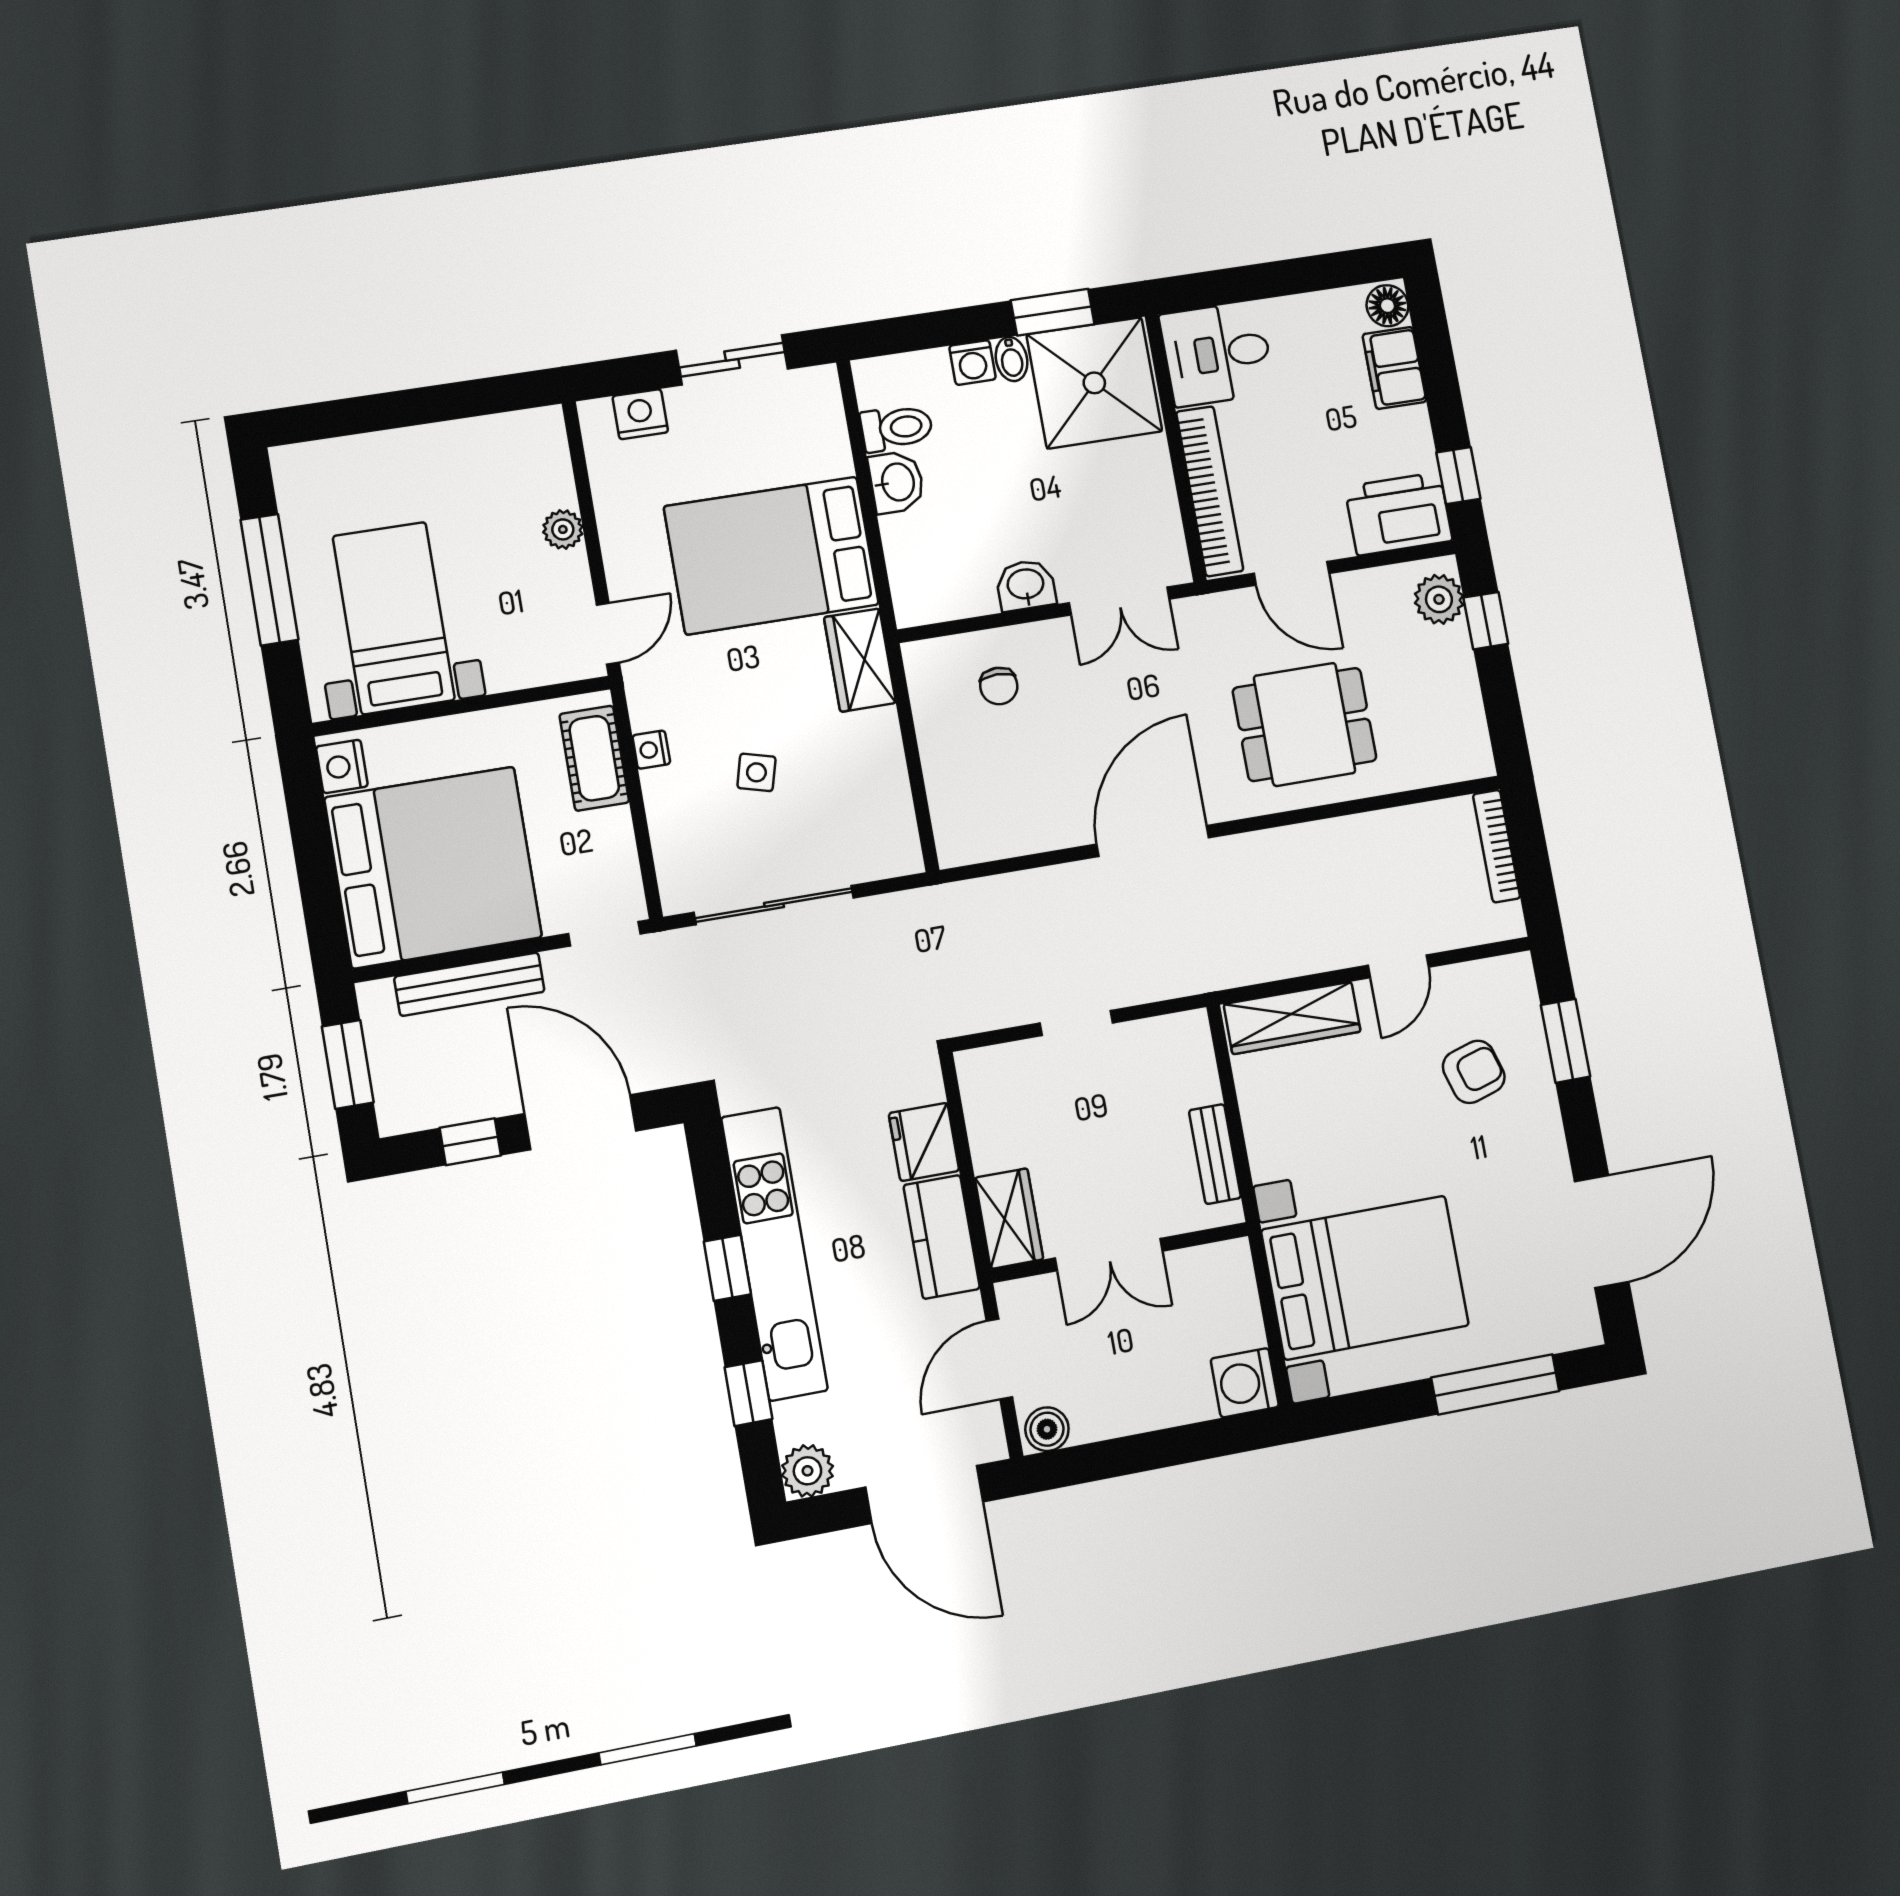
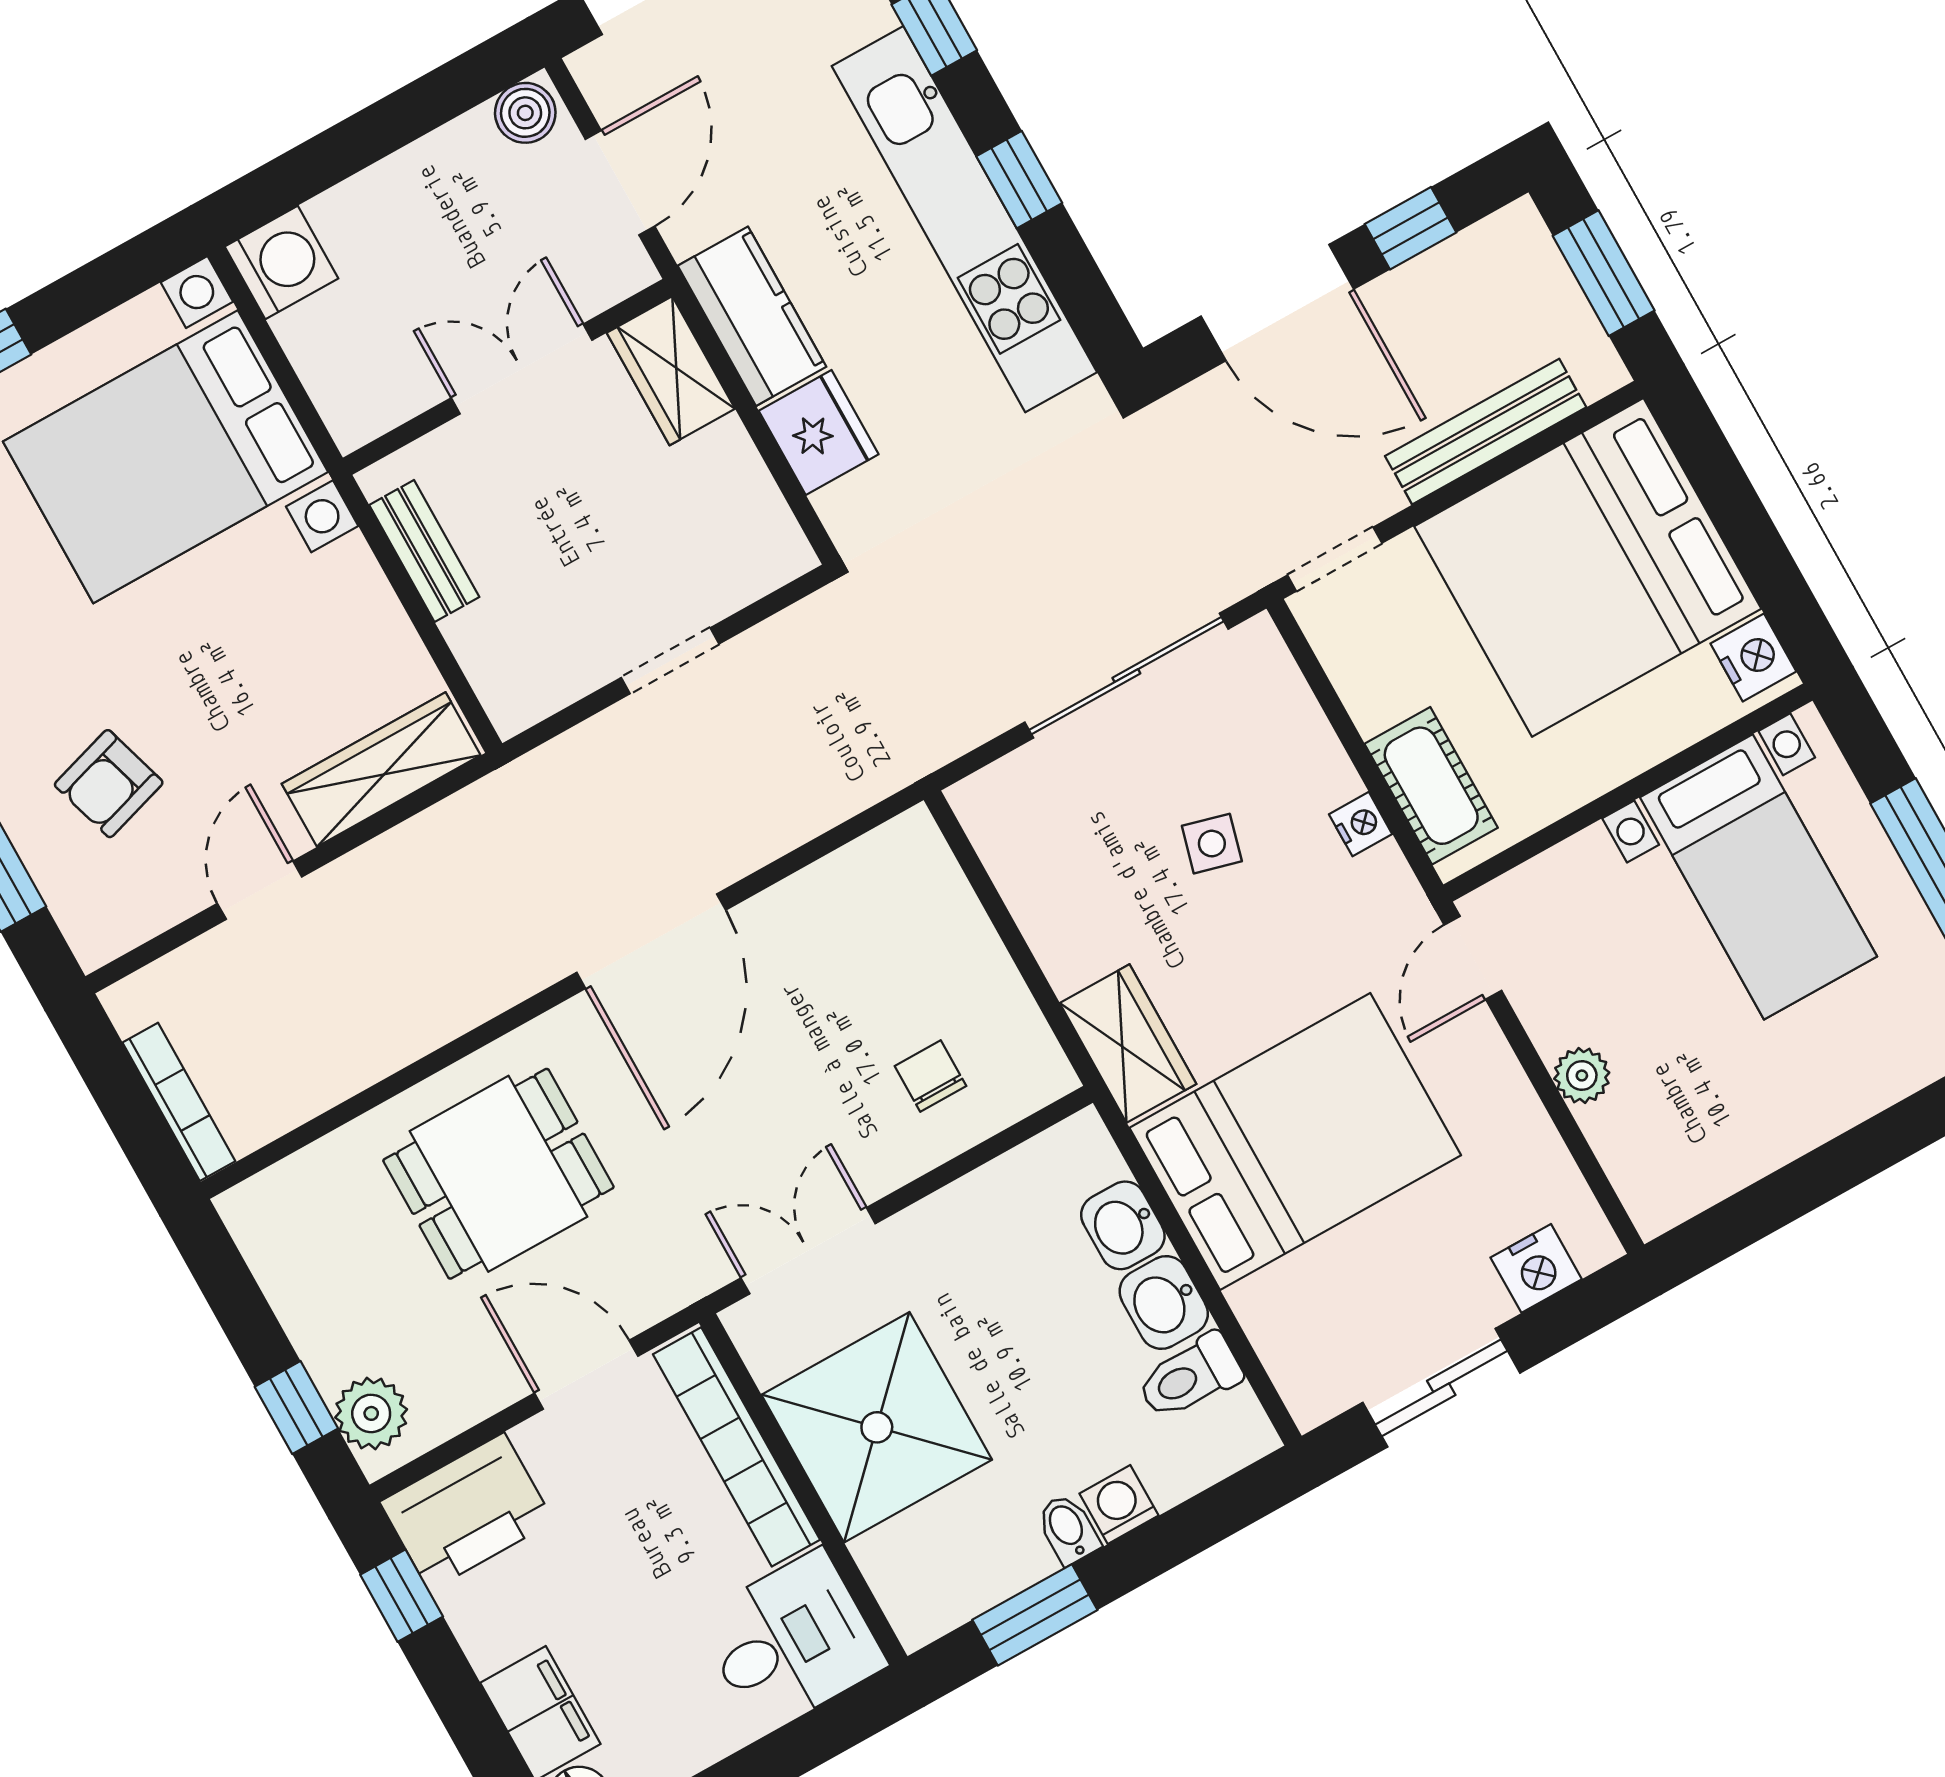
shower: (1094, 383) -> (877, 1427), moved
washbasin: (1026, 585) -> (1123, 1225), moved, turned 90

